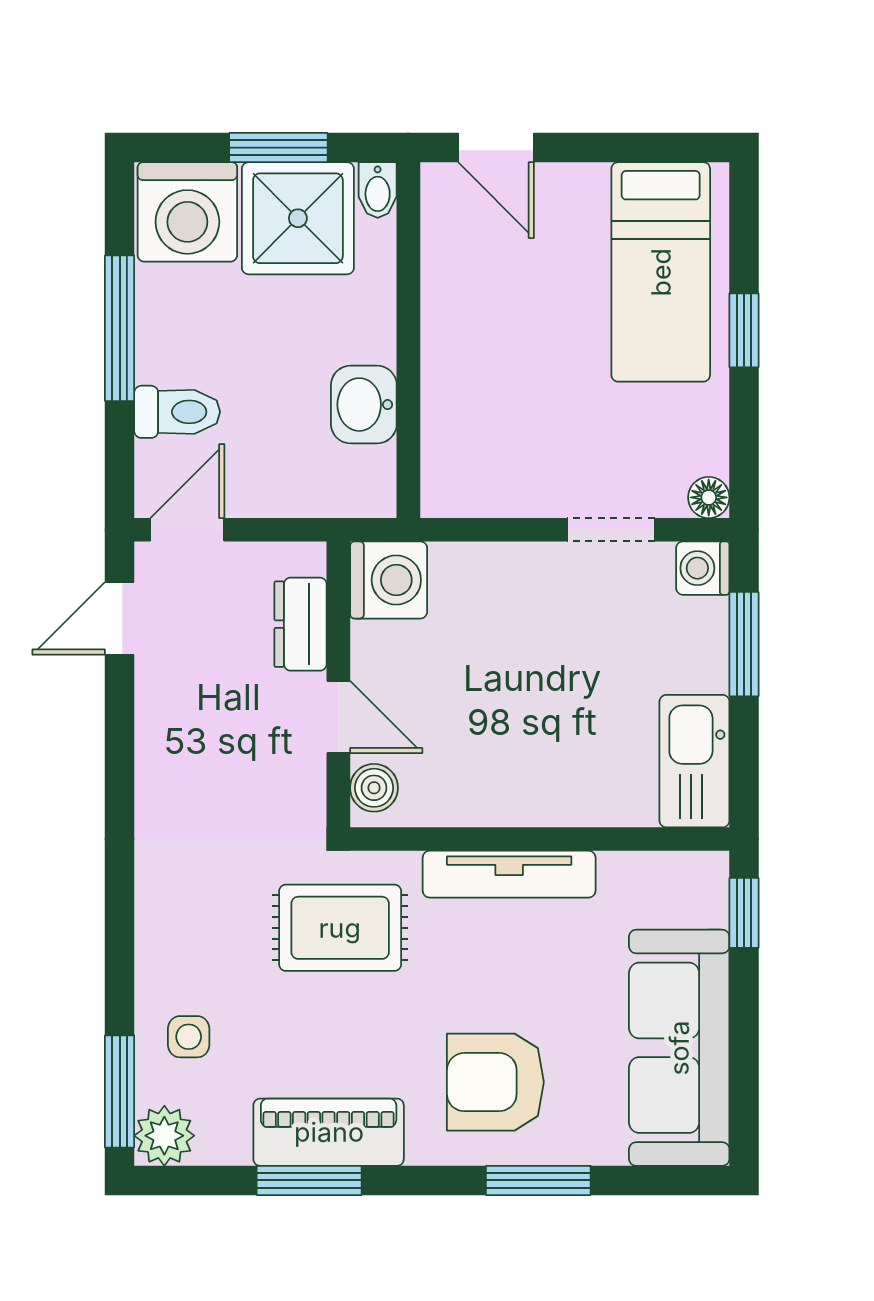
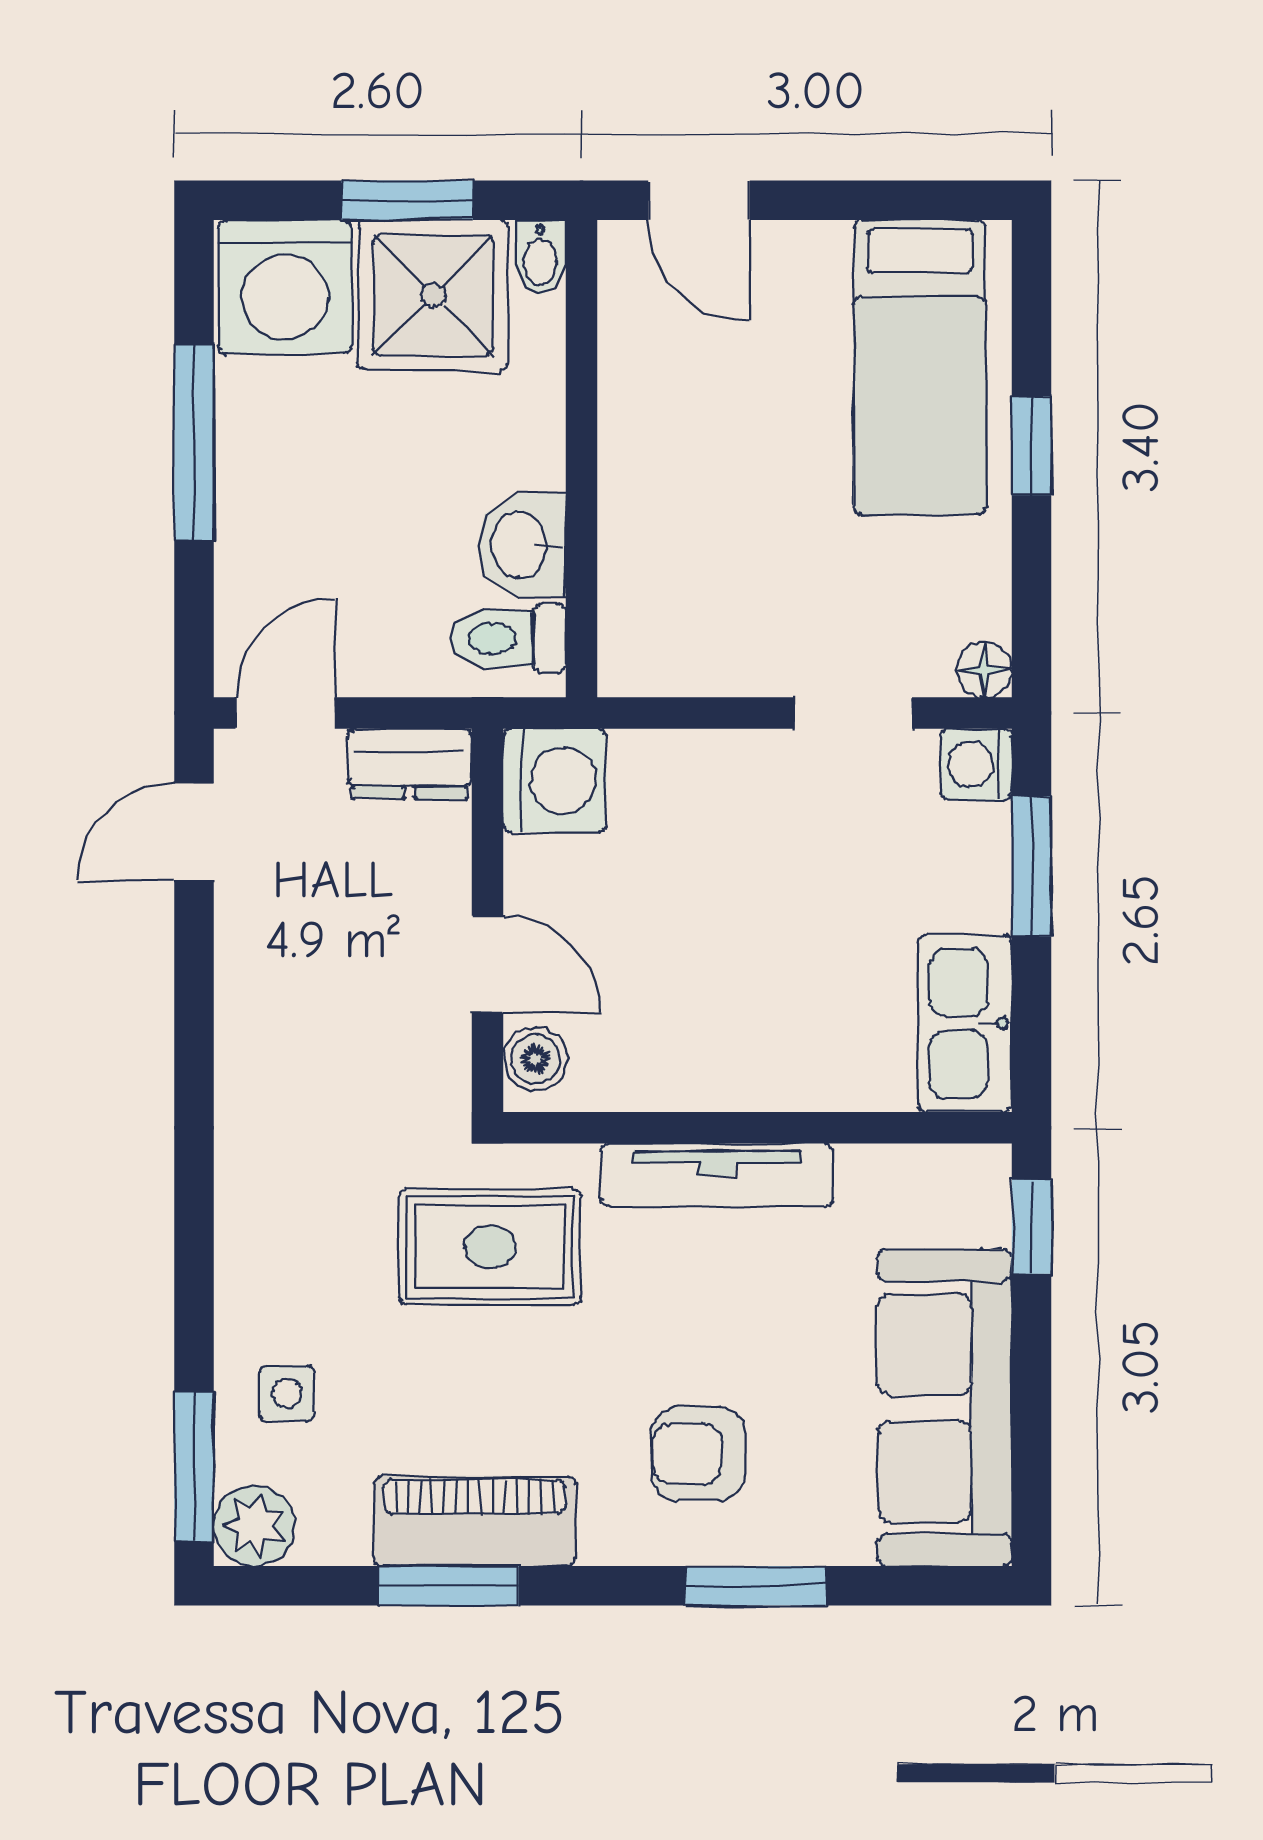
toilet: (177, 412) -> (508, 638), moved, turned 180
dresser: (301, 624) -> (409, 764), moved, turned -90
armchair: (495, 1082) -> (698, 1454), width x0.72, depth x0.72

